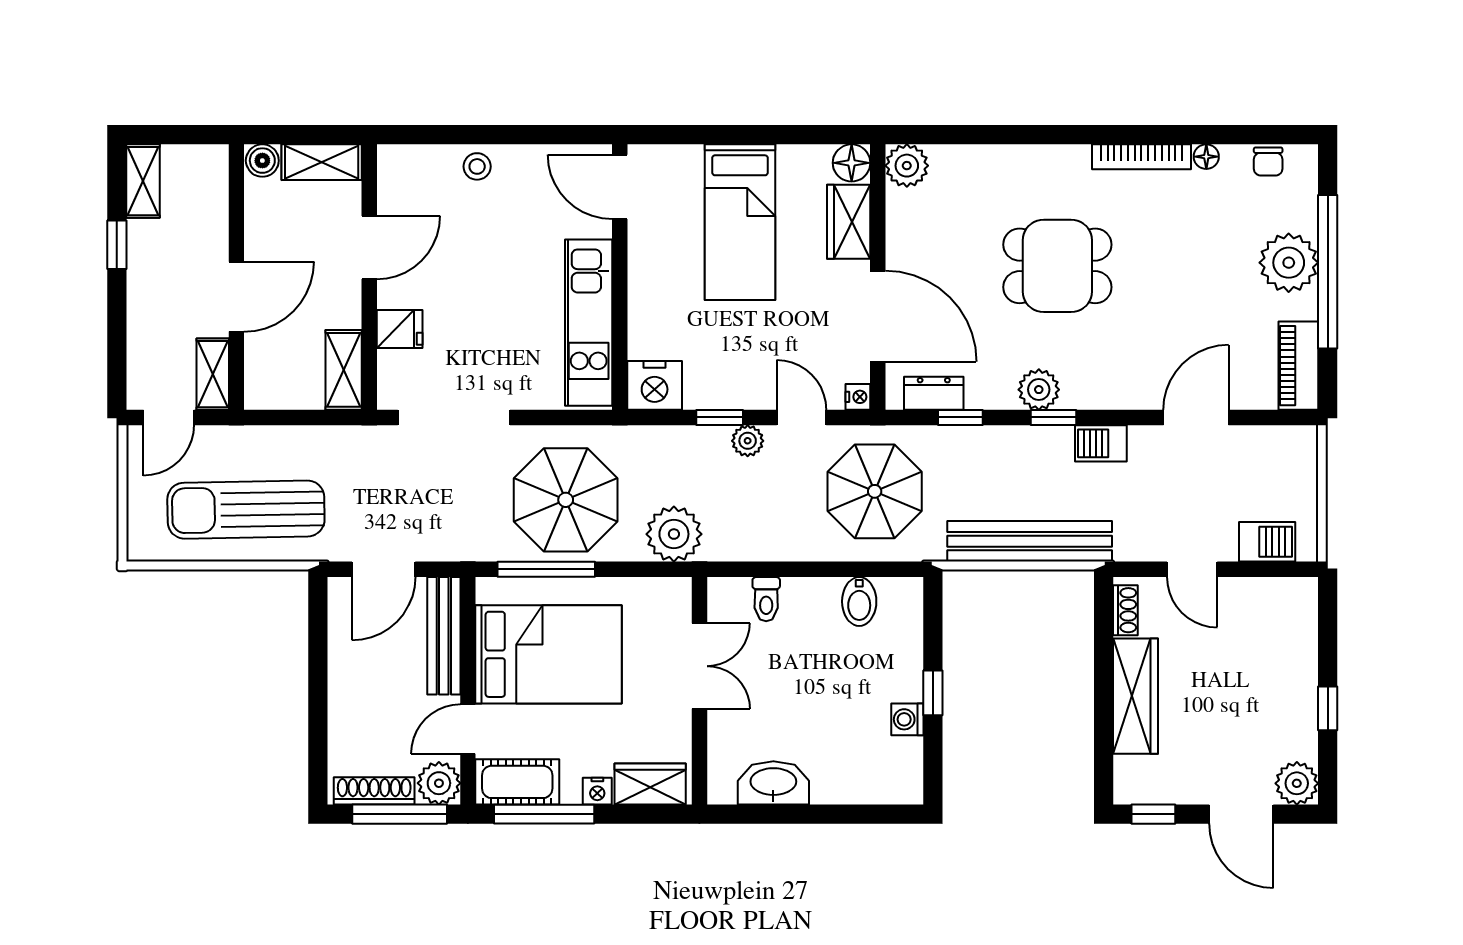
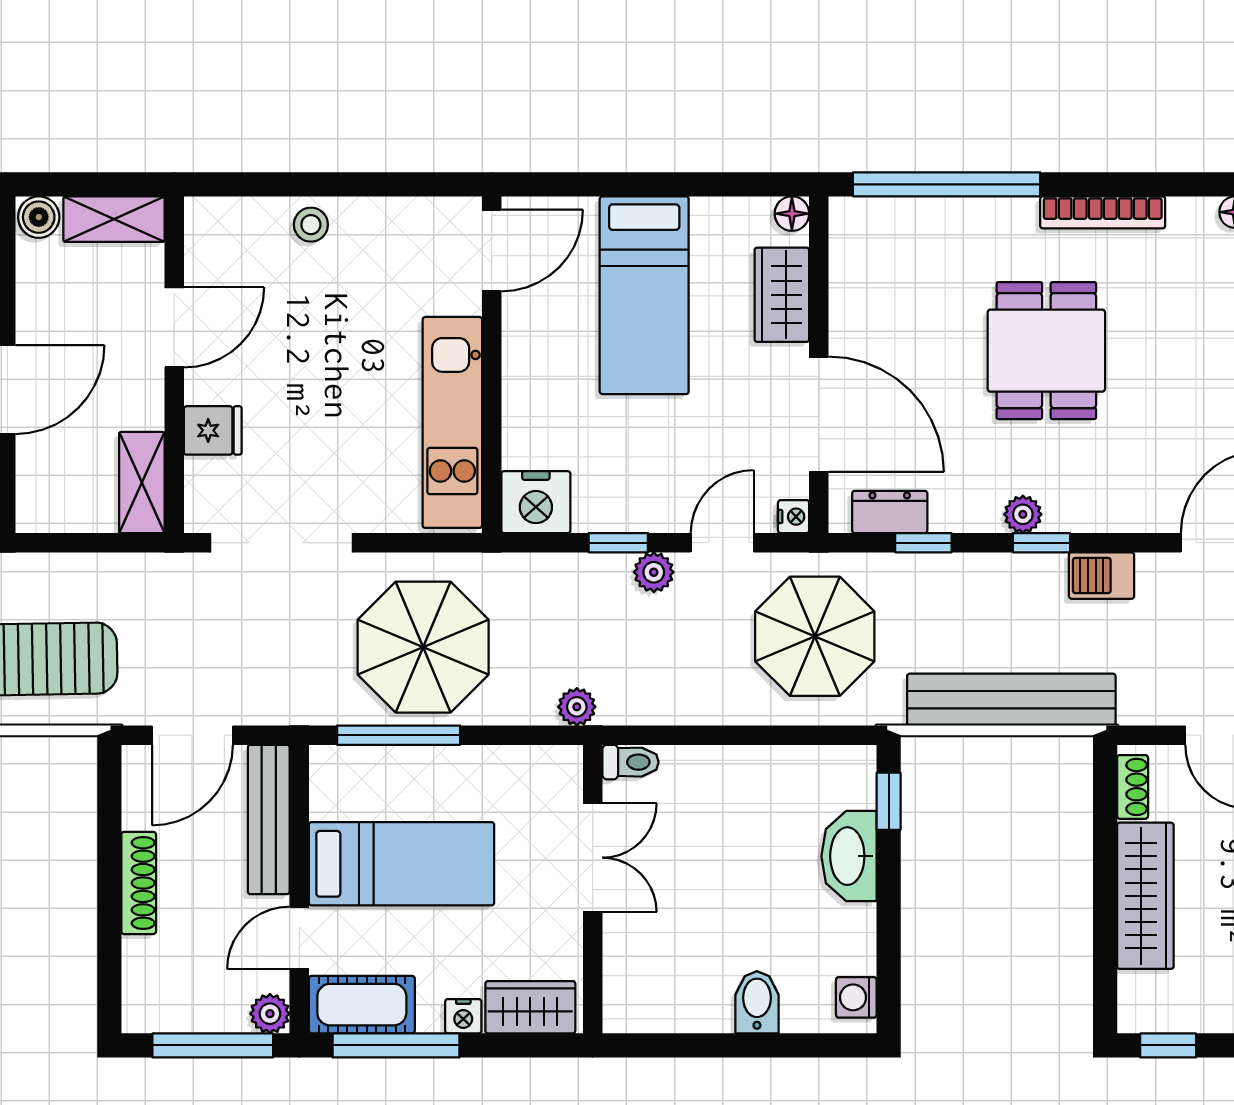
window: (979, 135) -> (947, 184), added
bookcase: (1141, 157) -> (1103, 212), moved
floor lamp: (852, 163) -> (792, 214), width x0.73, depth x0.73
plant: (907, 166) -> (856, 223), removed
door: (620, 187) -> (492, 250), swing flipped
dining table: (1057, 266) -> (1046, 351), turned 90
plant: (1039, 390) -> (1023, 514), width x0.73, depth x0.73
door: (802, 417) -> (722, 543), hinge flipped
plant: (674, 534) -> (577, 707), width x0.53, depth x0.53
toilet: (766, 599) -> (630, 762), moved, turned -90
bidet: (859, 601) -> (757, 1002), moved, turned 180
bed: (549, 654) -> (402, 864), width x0.67
window: (933, 693) -> (889, 801), moved
washing machine: (907, 719) -> (856, 997), moved
plant: (439, 783) -> (270, 1014), width x0.73, depth x0.73
washbasin: (773, 783) -> (849, 856), moved, turned -90
shoe rack: (374, 791) -> (139, 883), moved, turned 90

